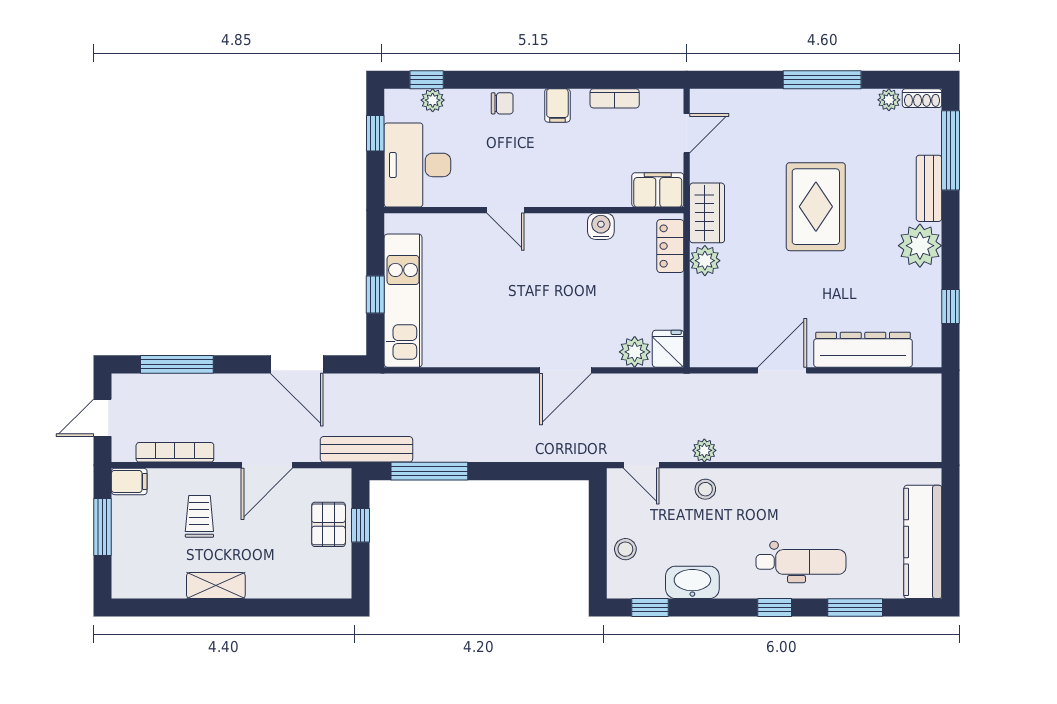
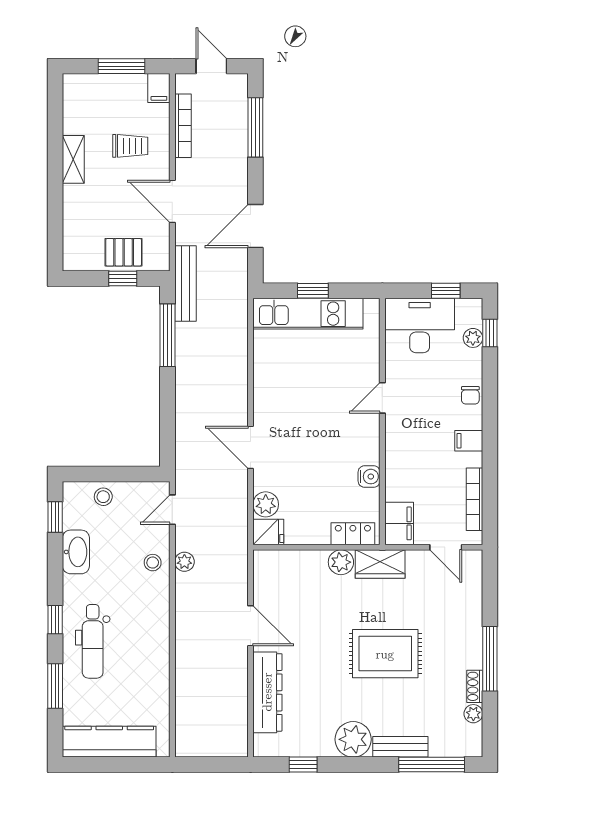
bookcase: (615, 98) -> (474, 499), width x1.56
shoe rack: (922, 98) -> (475, 686), moved

